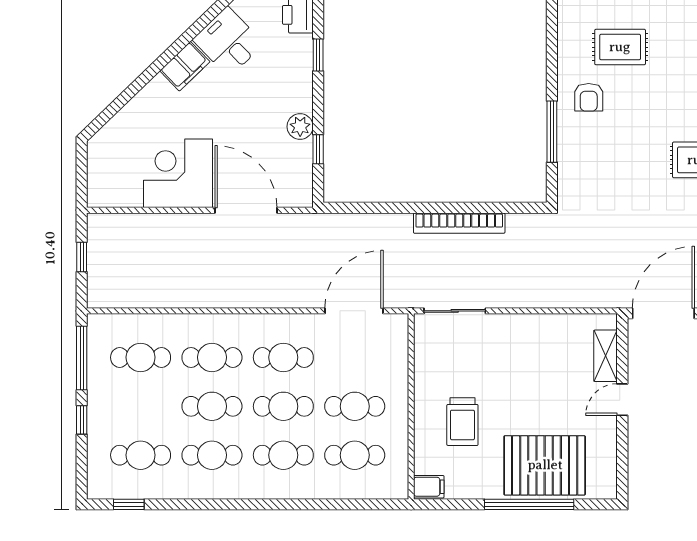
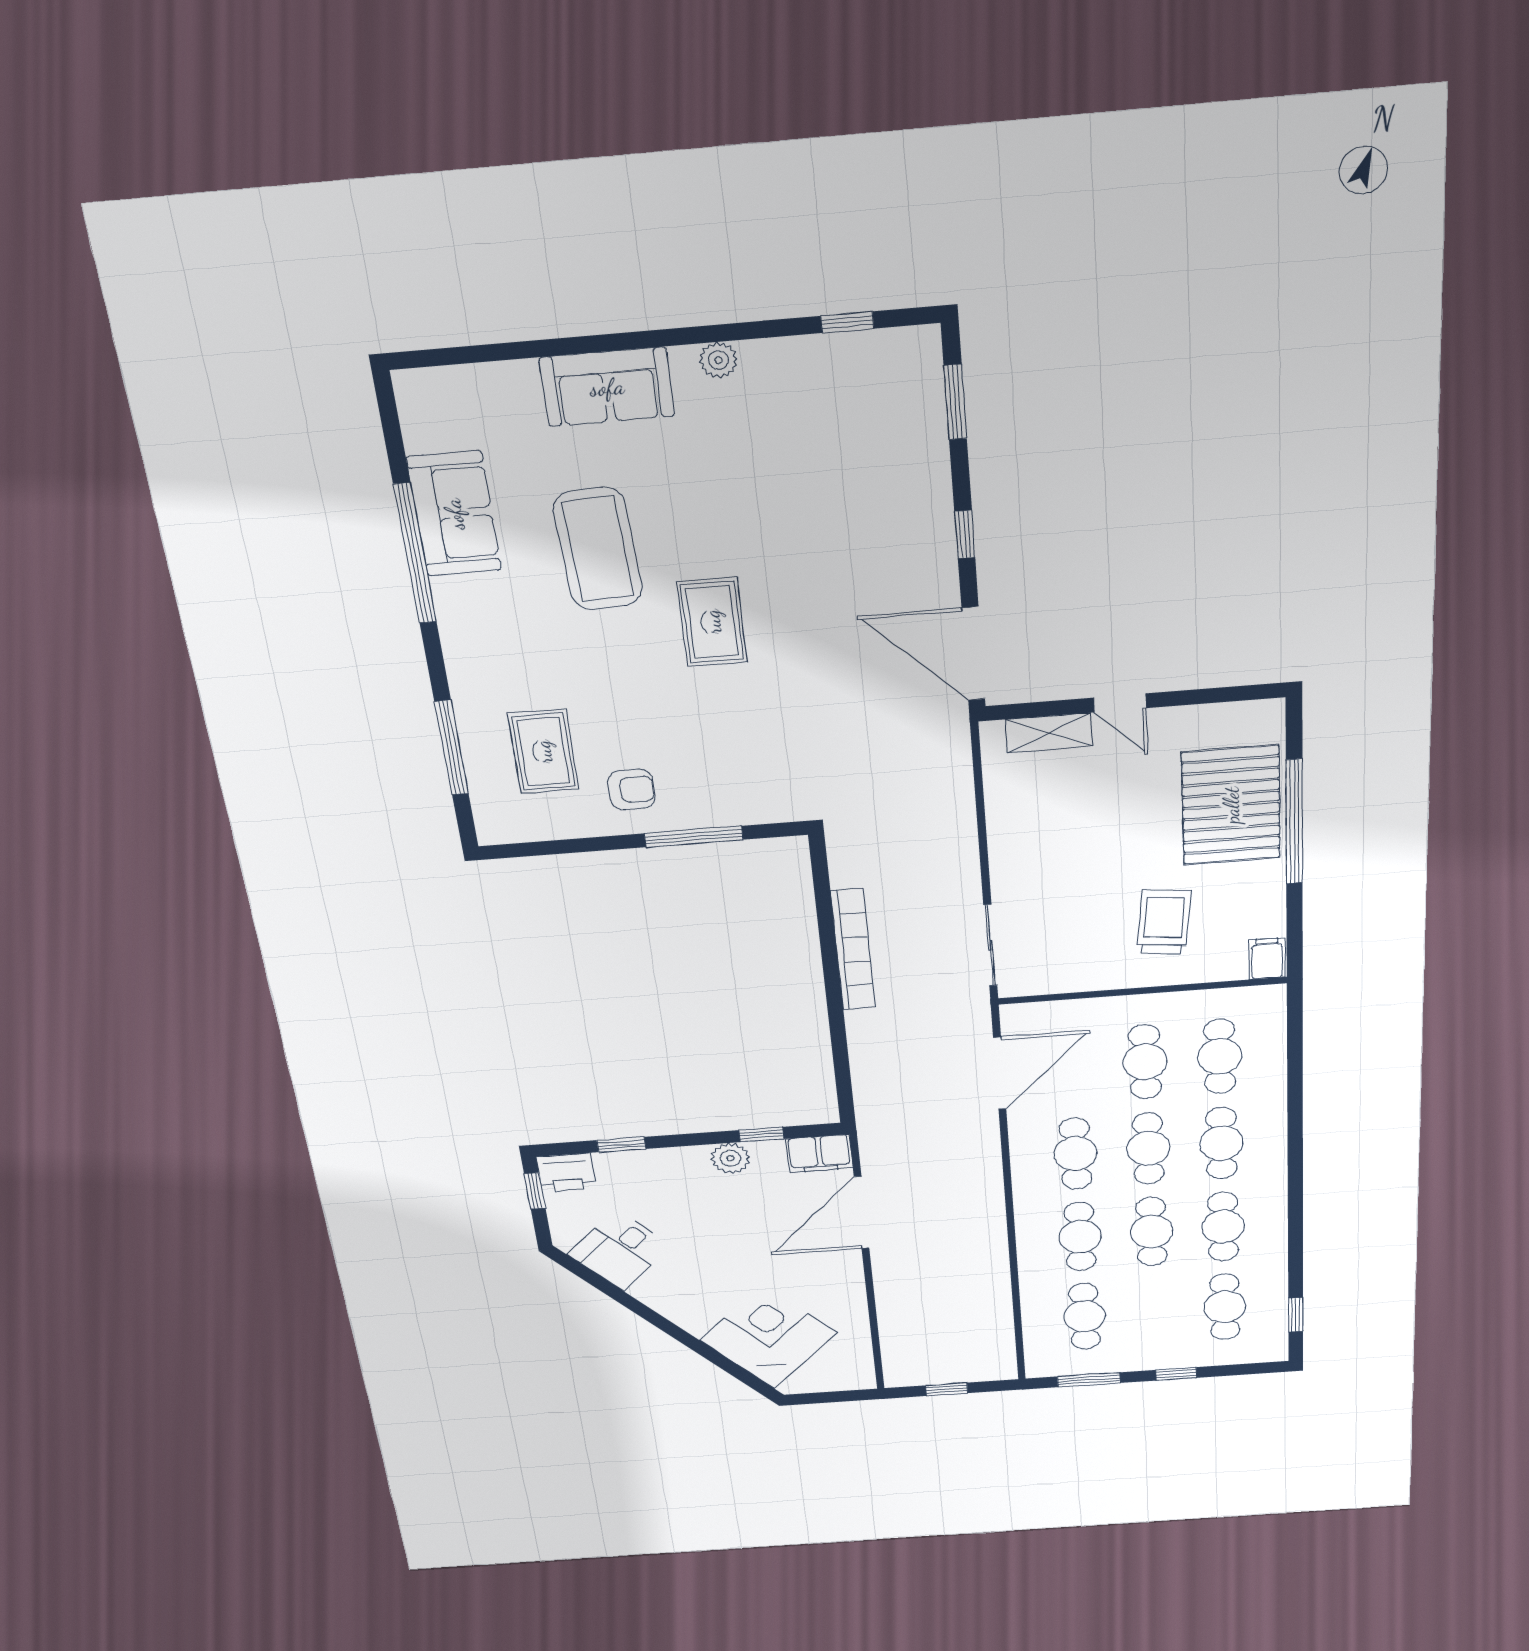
filing cabinet: (185, 66) -> (819, 1154), moved, turned 134
corner desk: (178, 173) -> (768, 1337), moved, turned 136
door: (354, 311) -> (1000, 1073), swing flipped
window: (82, 358) -> (1089, 1380), width x0.69
trolley: (462, 422) -> (1164, 922), turned -84

